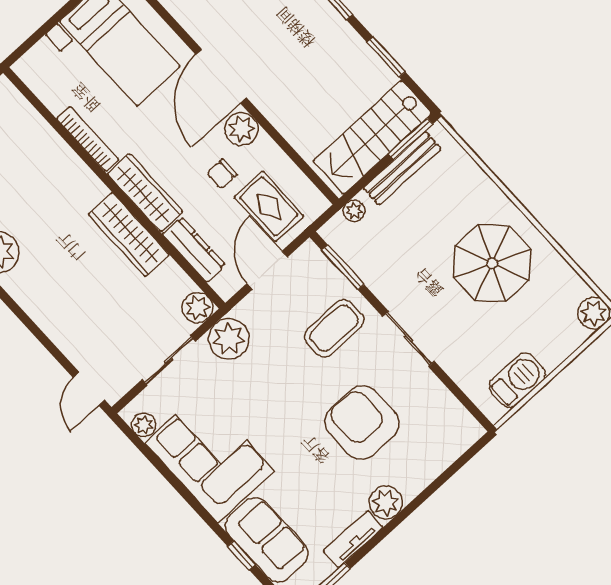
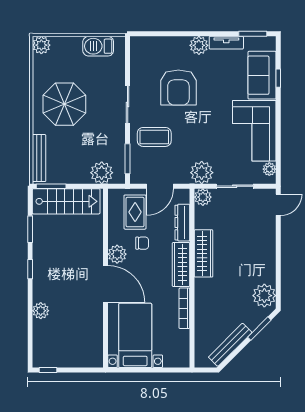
door: (221, 76) -> (106, 284), hinge flipped
bench: (402, 168) -> (39, 158), moved, turned 90
plant: (354, 211) -> (102, 173), width x1.87, depth x1.87

